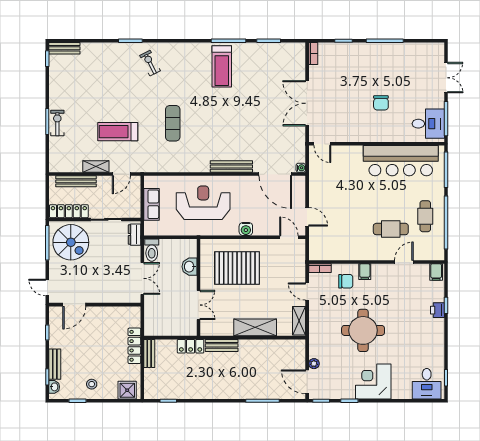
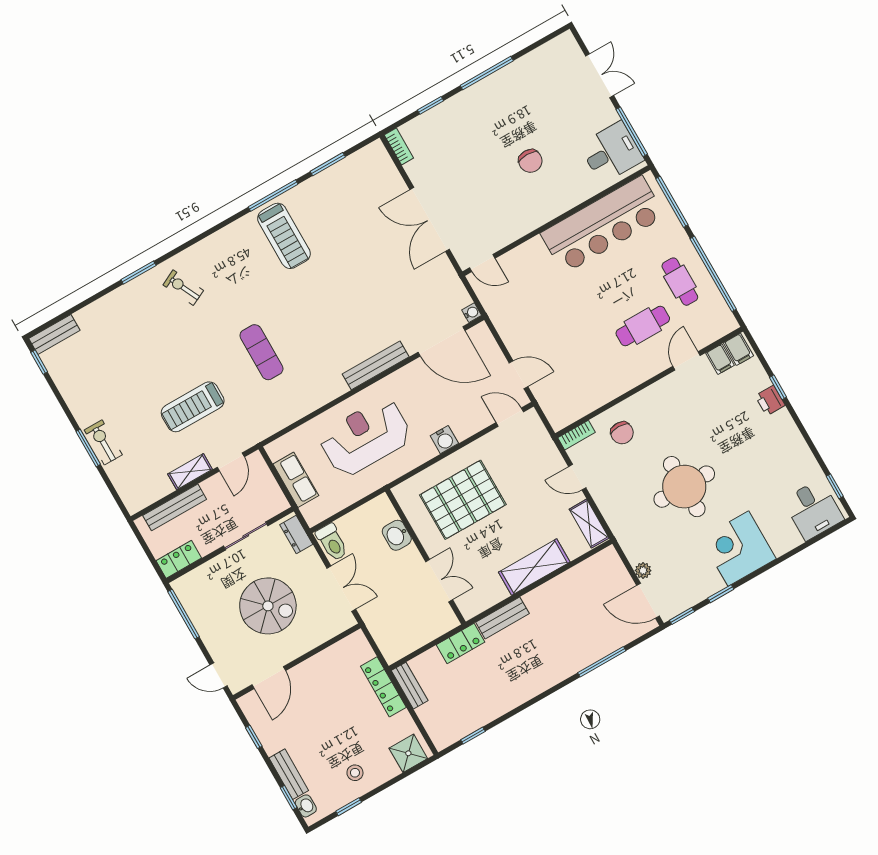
locker: (69, 211) -> (179, 559), width x0.66
spiral stairs: (71, 242) -> (268, 606), moved
filing cabinet: (365, 272) -> (720, 359), moved
chair: (346, 281) -> (622, 433), turned 90

